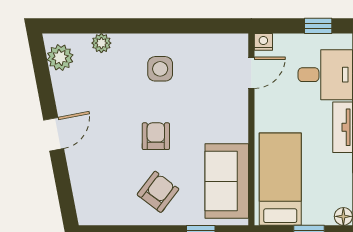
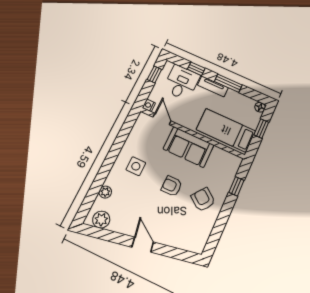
sofa: (227, 181) -> (189, 147), moved

